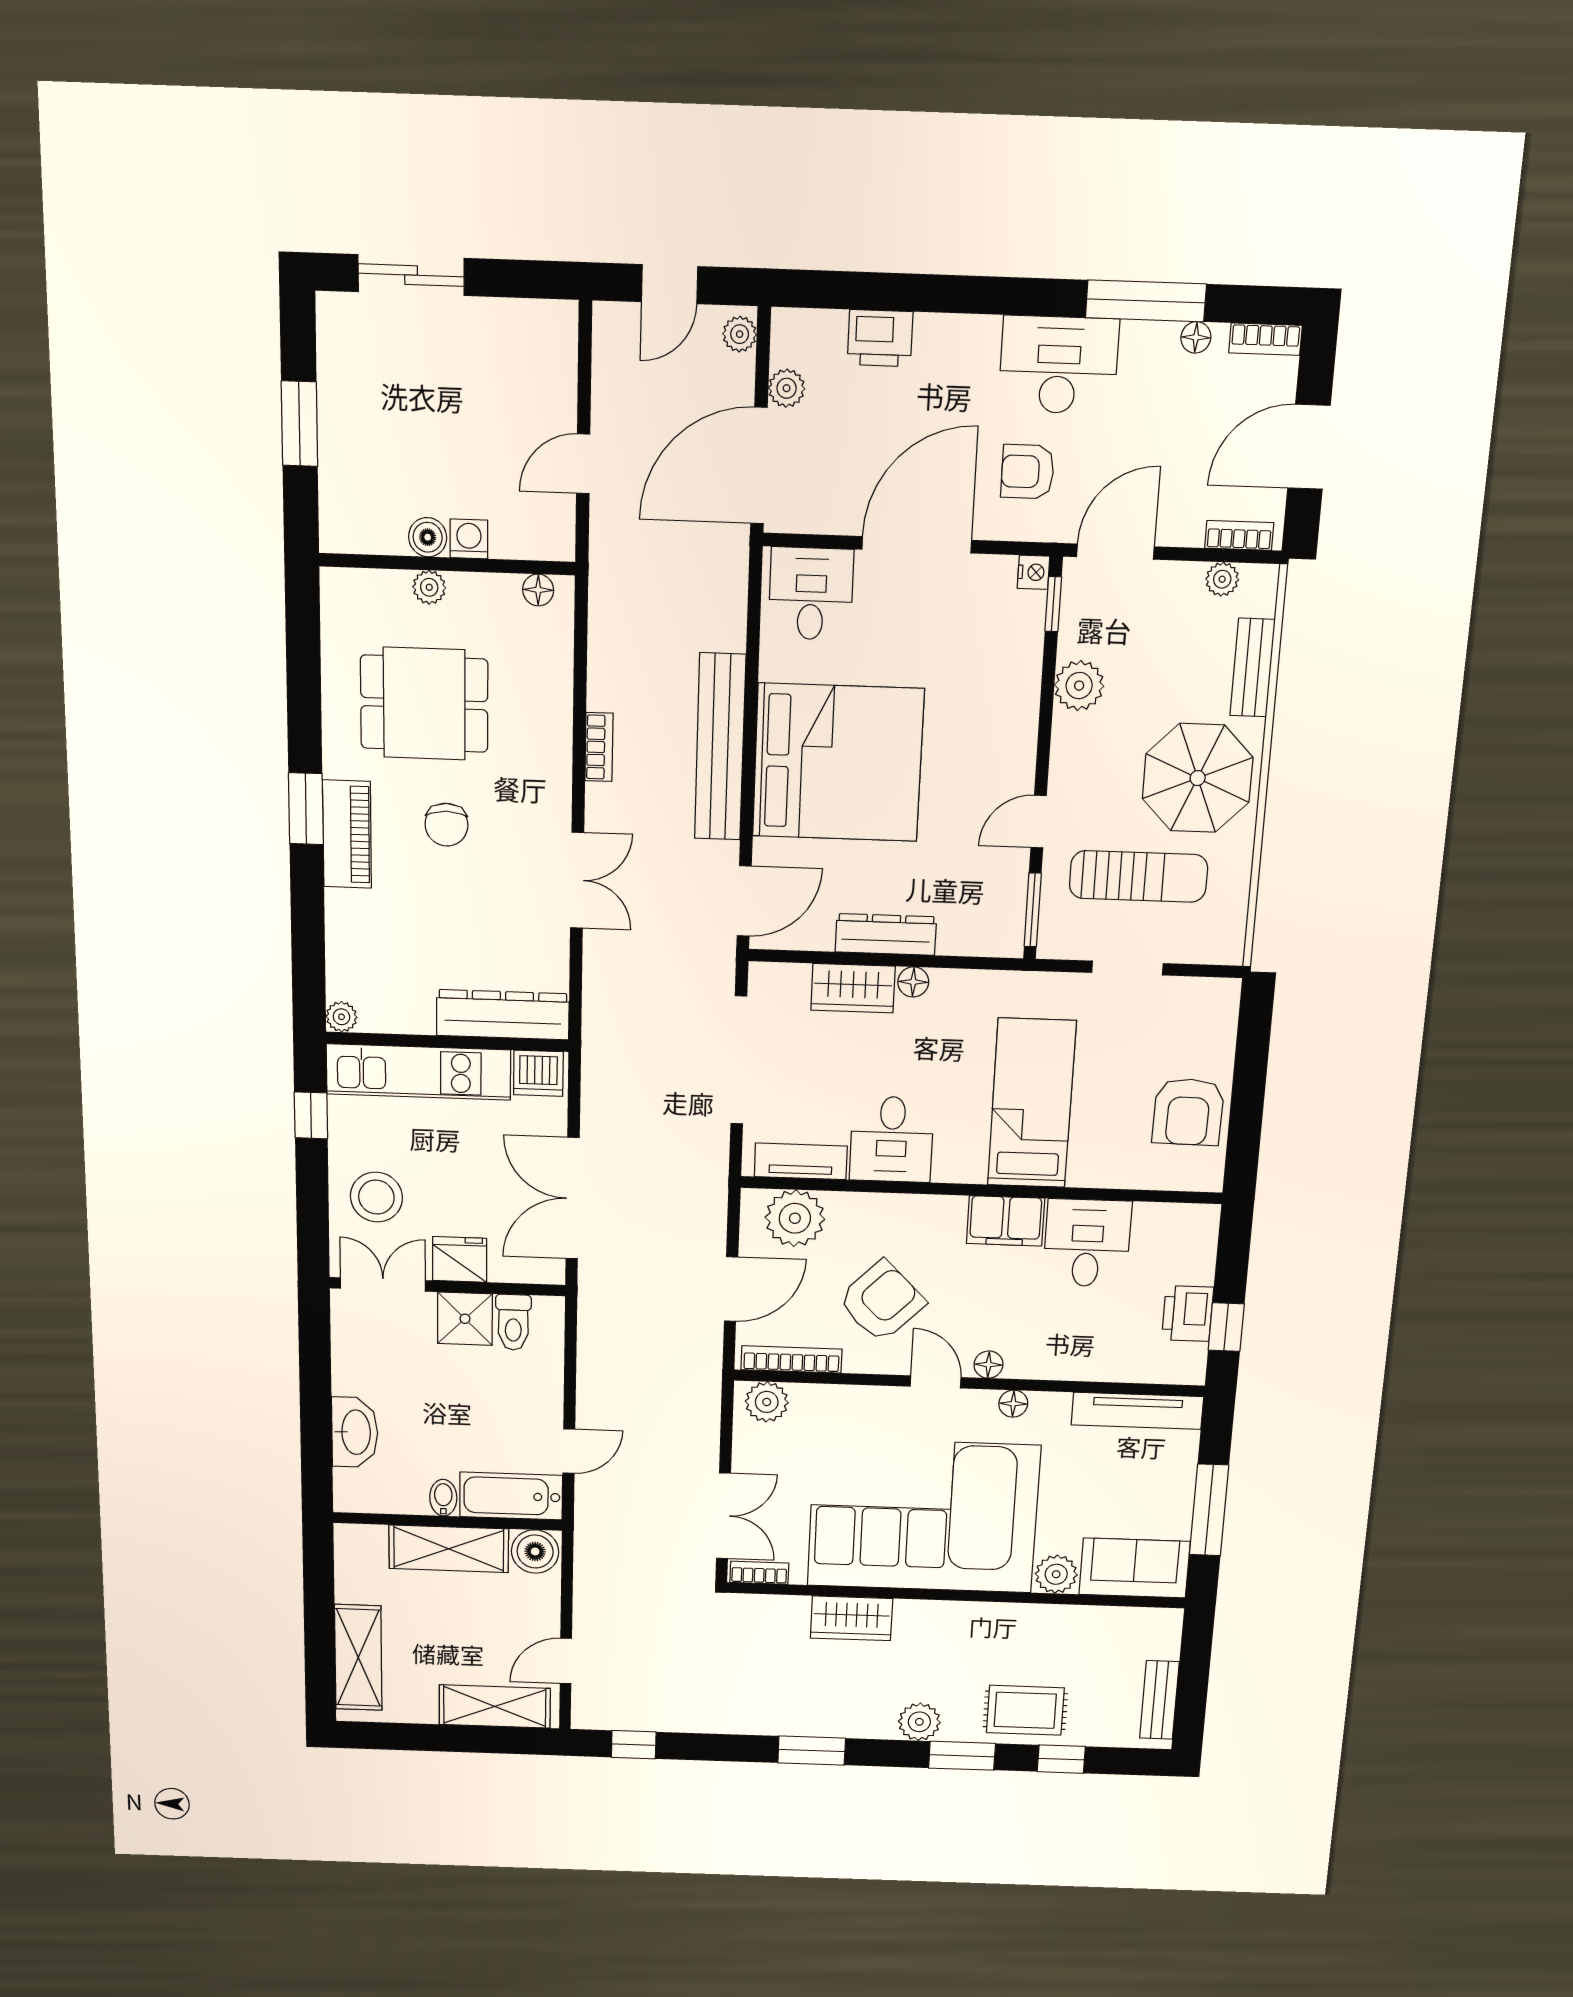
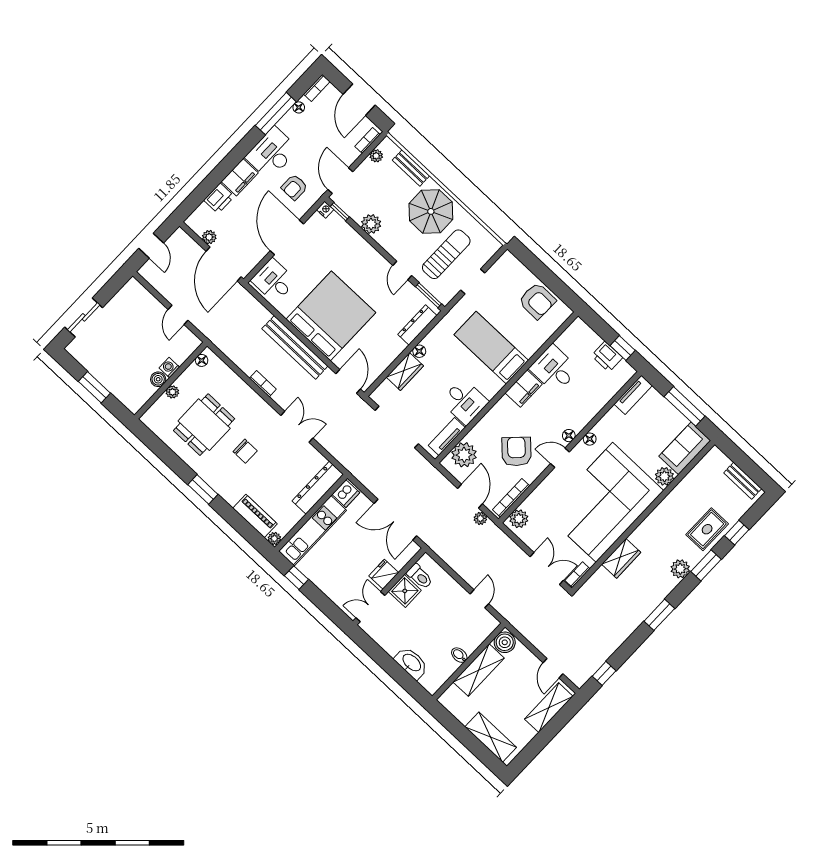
plant: (740, 334) -> (480, 518), moved
filing cabinet: (957, 343) -> (240, 177), added
piano: (347, 834) -> (255, 516), moved
dresser: (886, 934) -> (417, 325), moved
stool: (376, 1197) -> (340, 582), removed
tv unit: (1137, 1411) -> (633, 395), width x0.71
bathtub: (511, 1496) -> (478, 632), removed

